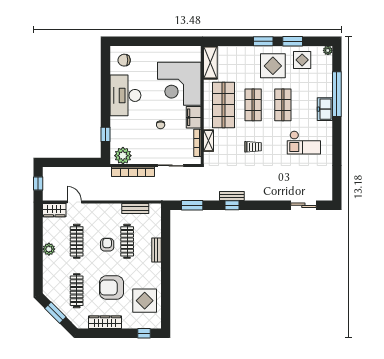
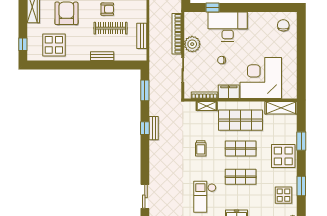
window: (263, 41) -> (301, 141), moved
display table: (273, 66) -> (283, 156), moved
desk: (125, 95) -> (228, 27), moved
plant: (123, 156) -> (192, 44), moved

